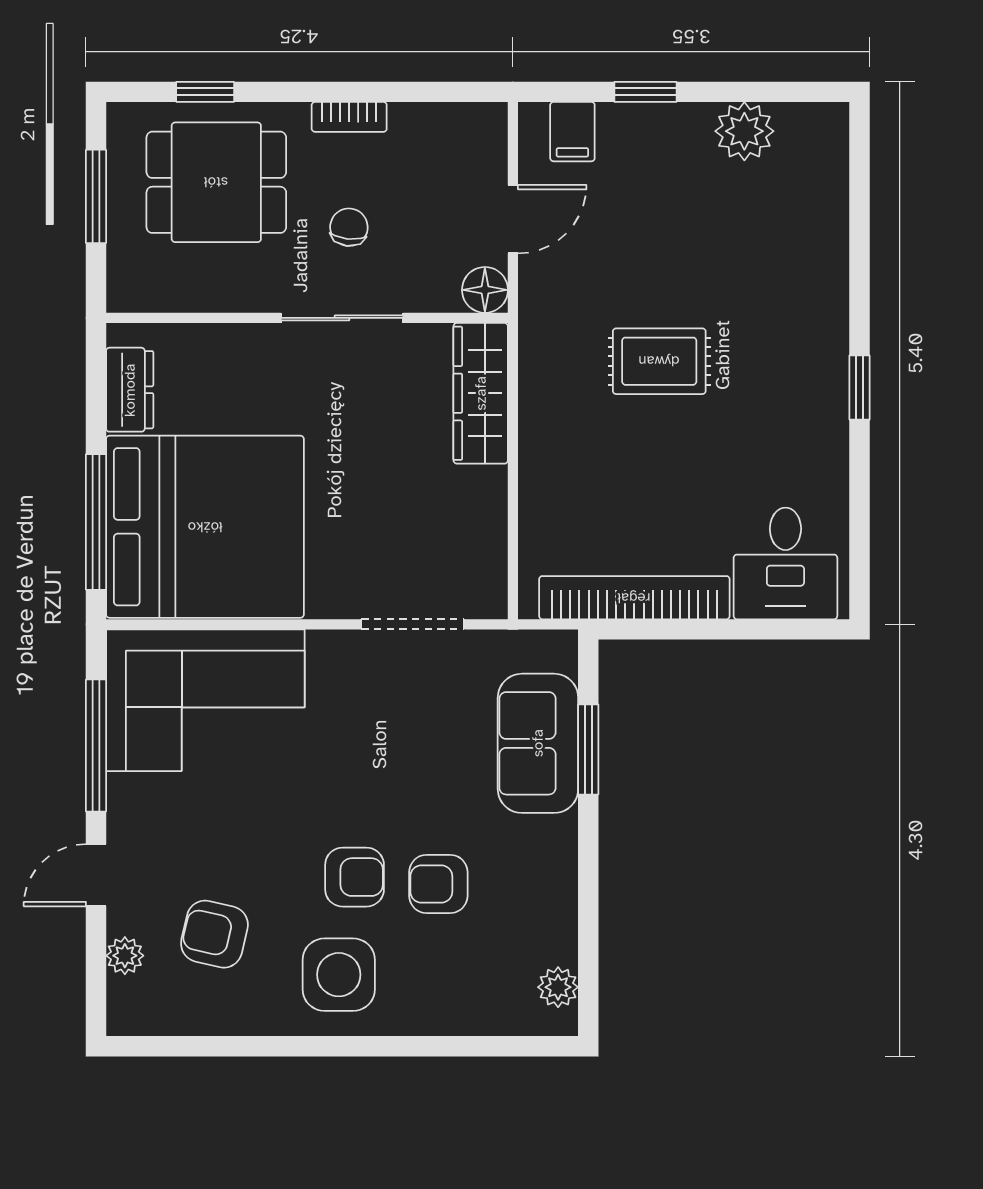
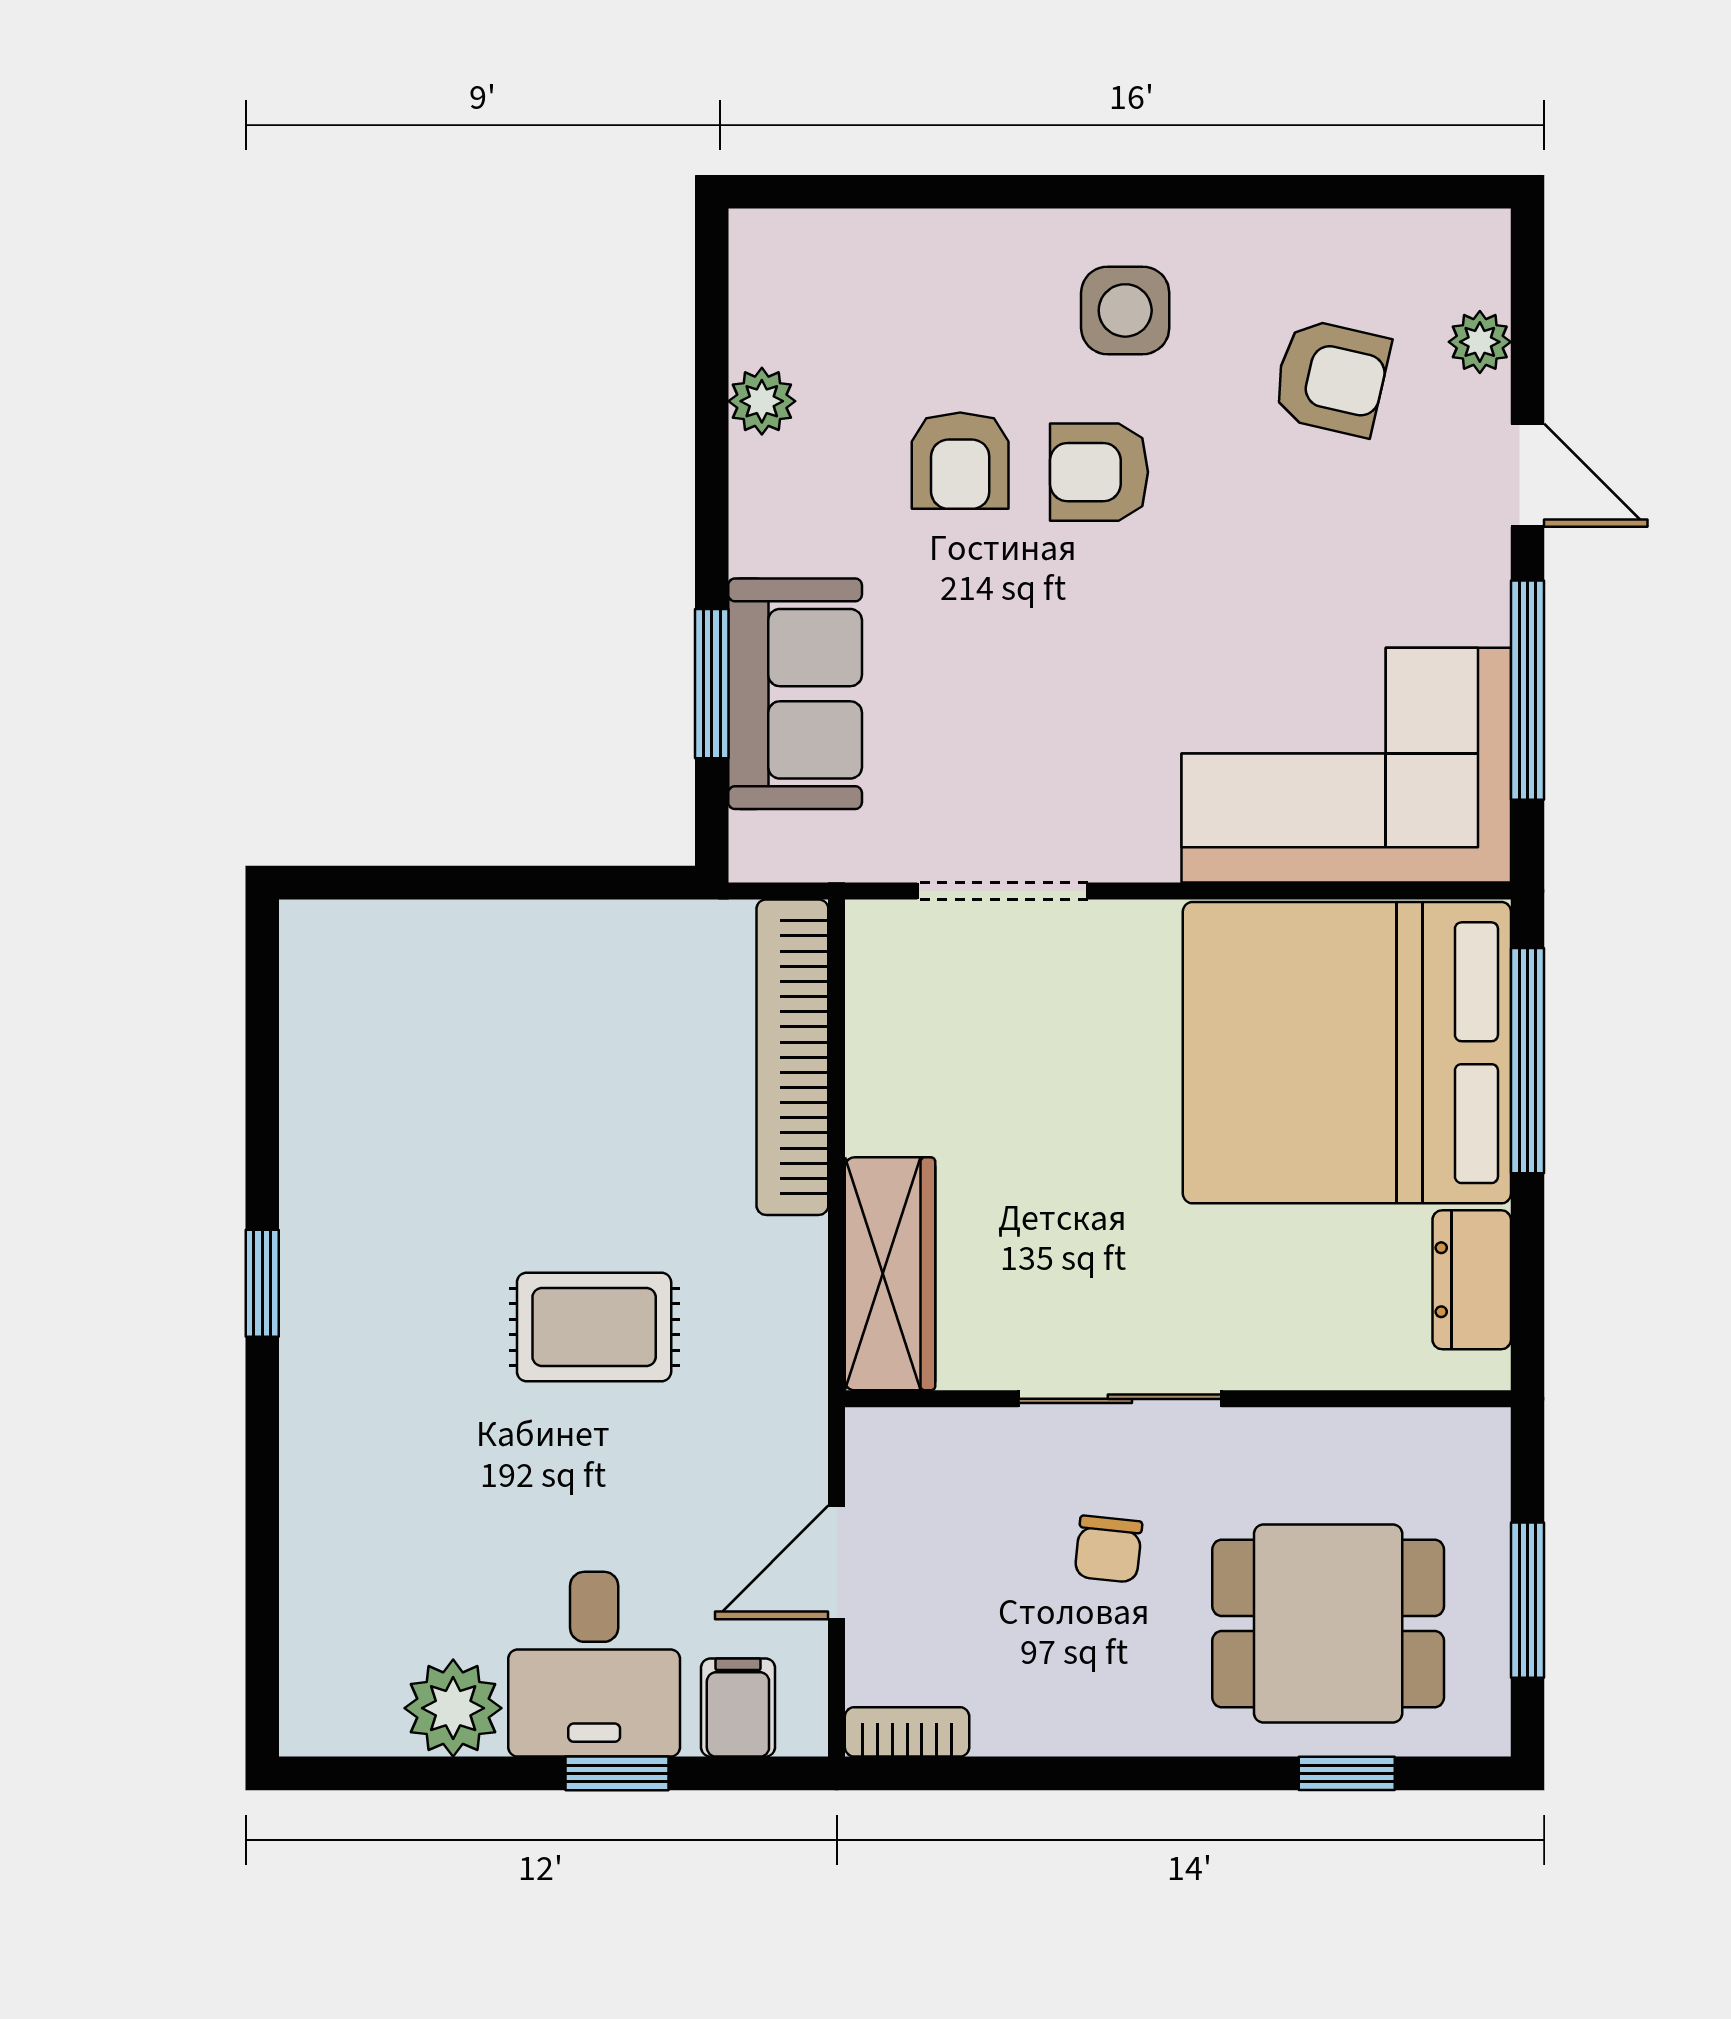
bookcase: (349, 117) -> (907, 1732), moved
floor lamp: (485, 290) -> (883, 1445), removed
desk: (785, 563) -> (594, 1664), moved, turned 180
bookcase: (634, 598) -> (792, 1057), moved, turned 90
door: (96, 875) -> (1528, 475), hinge flipped
armchair: (438, 884) -> (960, 461), turned 90
side table: (339, 975) -> (1125, 310), width x0.73, depth x0.73
plant: (558, 987) -> (762, 401), moved

